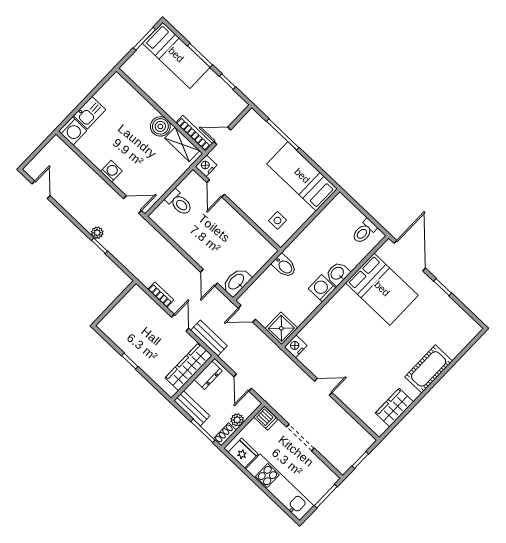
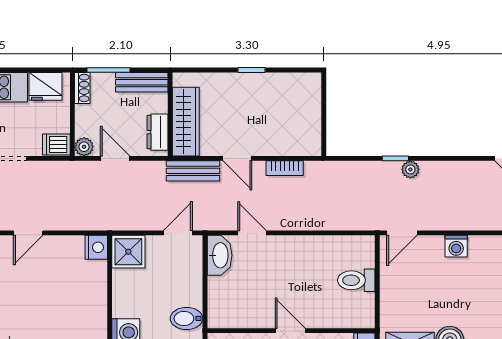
door: (216, 188) -> (290, 331), moved
plant: (237, 420) -> (84, 147), moved

